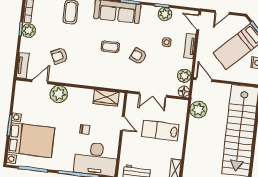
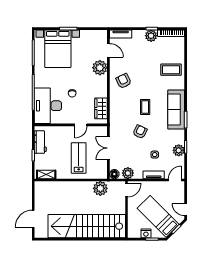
door: (222, 12) -> (186, 210), moved
armchair: (59, 56) -> (124, 81), moved

